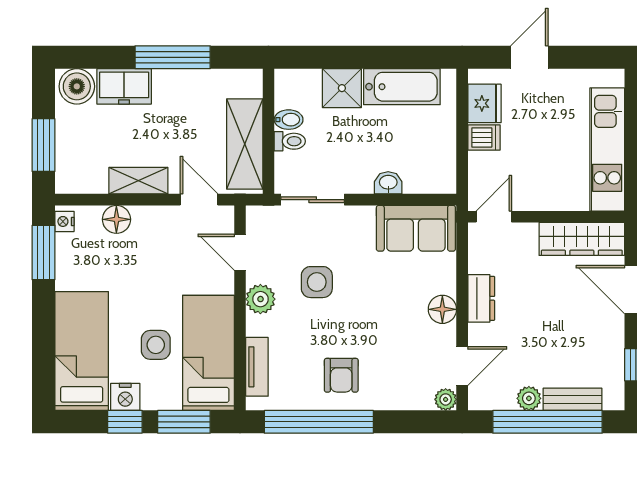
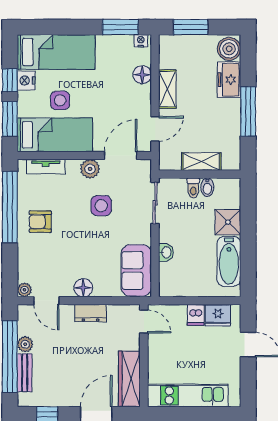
shelving: (245, 144) -> (201, 162), width x0.67, depth x0.75
door: (240, 252) -> (121, 156), width x1.38

